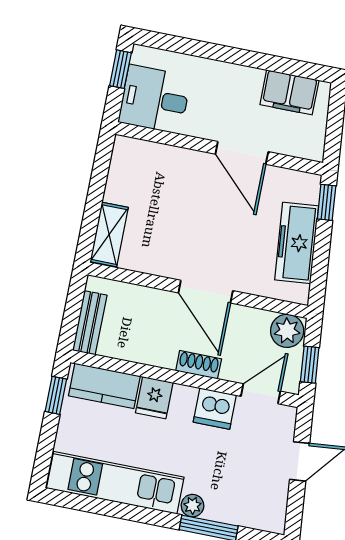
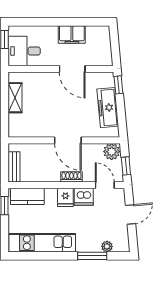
filing cabinet: (289, 92) -> (72, 34), moved
shelving: (109, 235) -> (15, 98), moved
door: (261, 394) -> (105, 185), hinge flipped
fridge: (154, 398) -> (65, 197), moved
plant: (192, 506) -> (107, 246), moved

